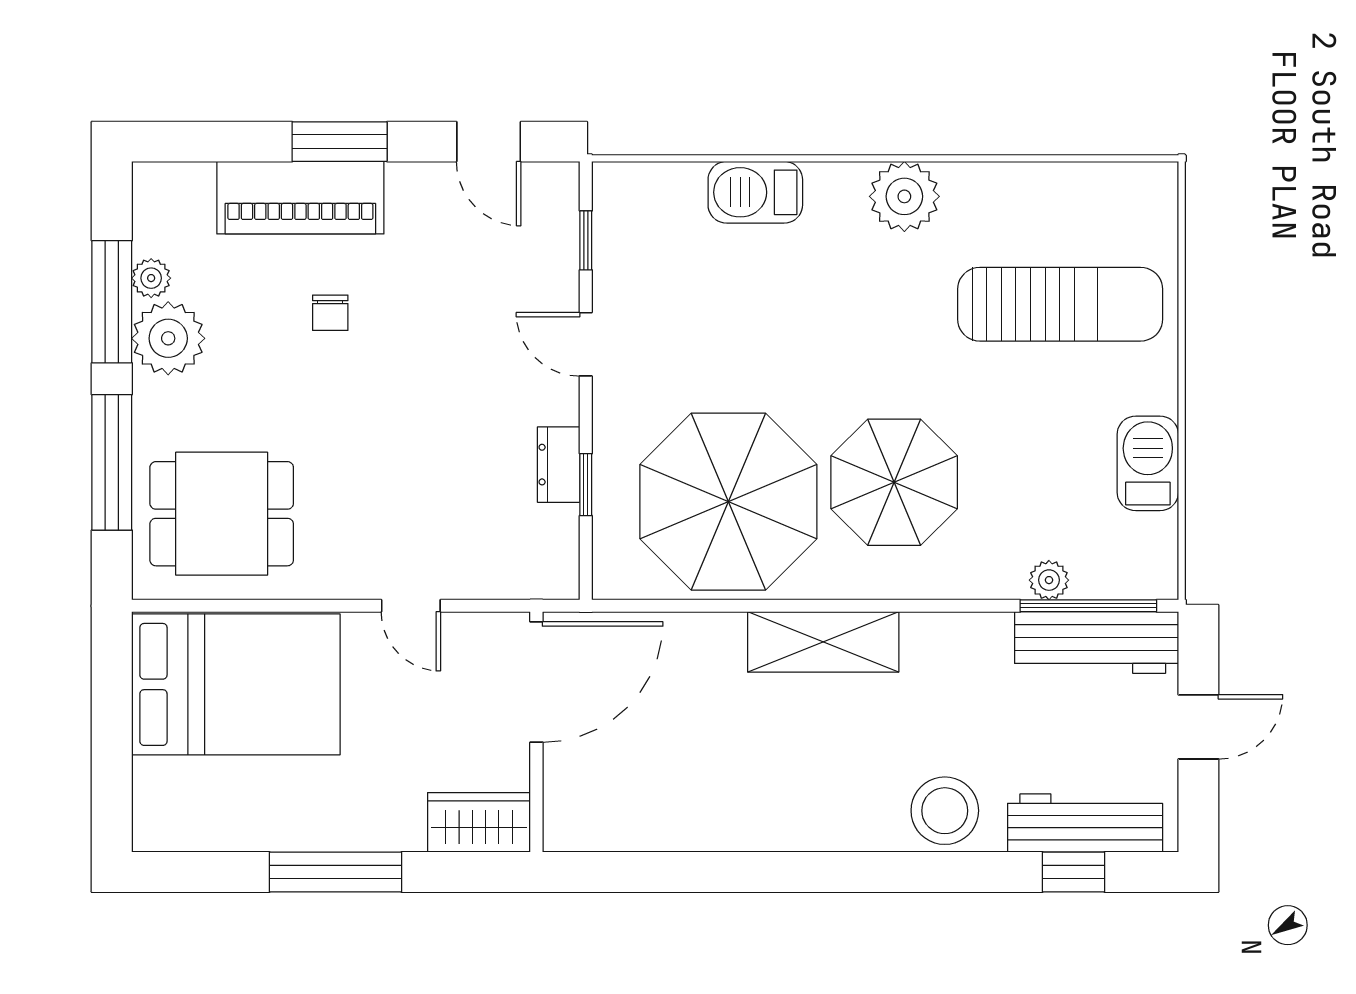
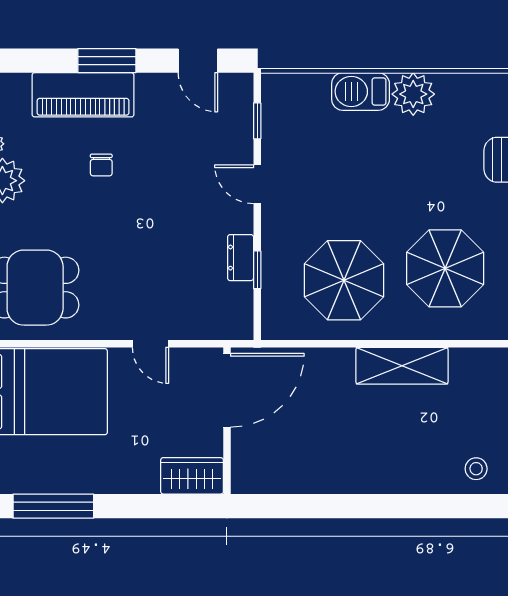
plant: (904, 196) -> (413, 94), moved
parasol: (728, 502) -> (344, 280), width x0.73, depth x0.73
stool: (945, 811) -> (476, 469), width x0.53, depth x0.53
window: (336, 872) -> (53, 506), moved

